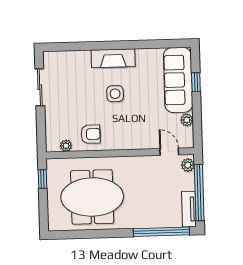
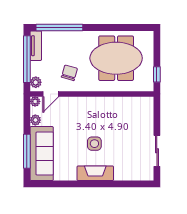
window: (196, 82) -> (27, 151), width x2.17
armchair: (91, 134) -> (116, 111), removed
plant: (66, 146) -> (35, 101), moved
door: (169, 152) -> (51, 94), hinge flipped
chair: (148, 178) -> (69, 73), added

